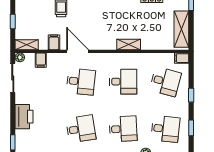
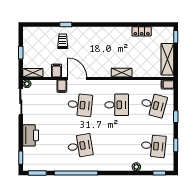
filing cabinet: (41, 60) -> (62, 86), moved
desk: (123, 129) -> (117, 146), removed

